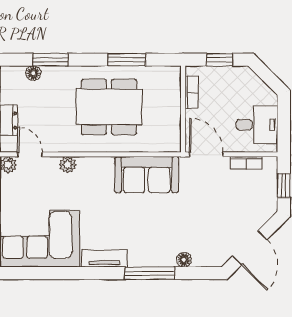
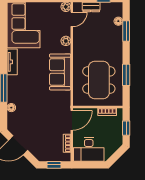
dining table: (109, 107) -> (99, 80), moved
desk: (257, 125) -> (89, 149), width x1.37
sofa: (147, 175) -> (60, 72), moved

